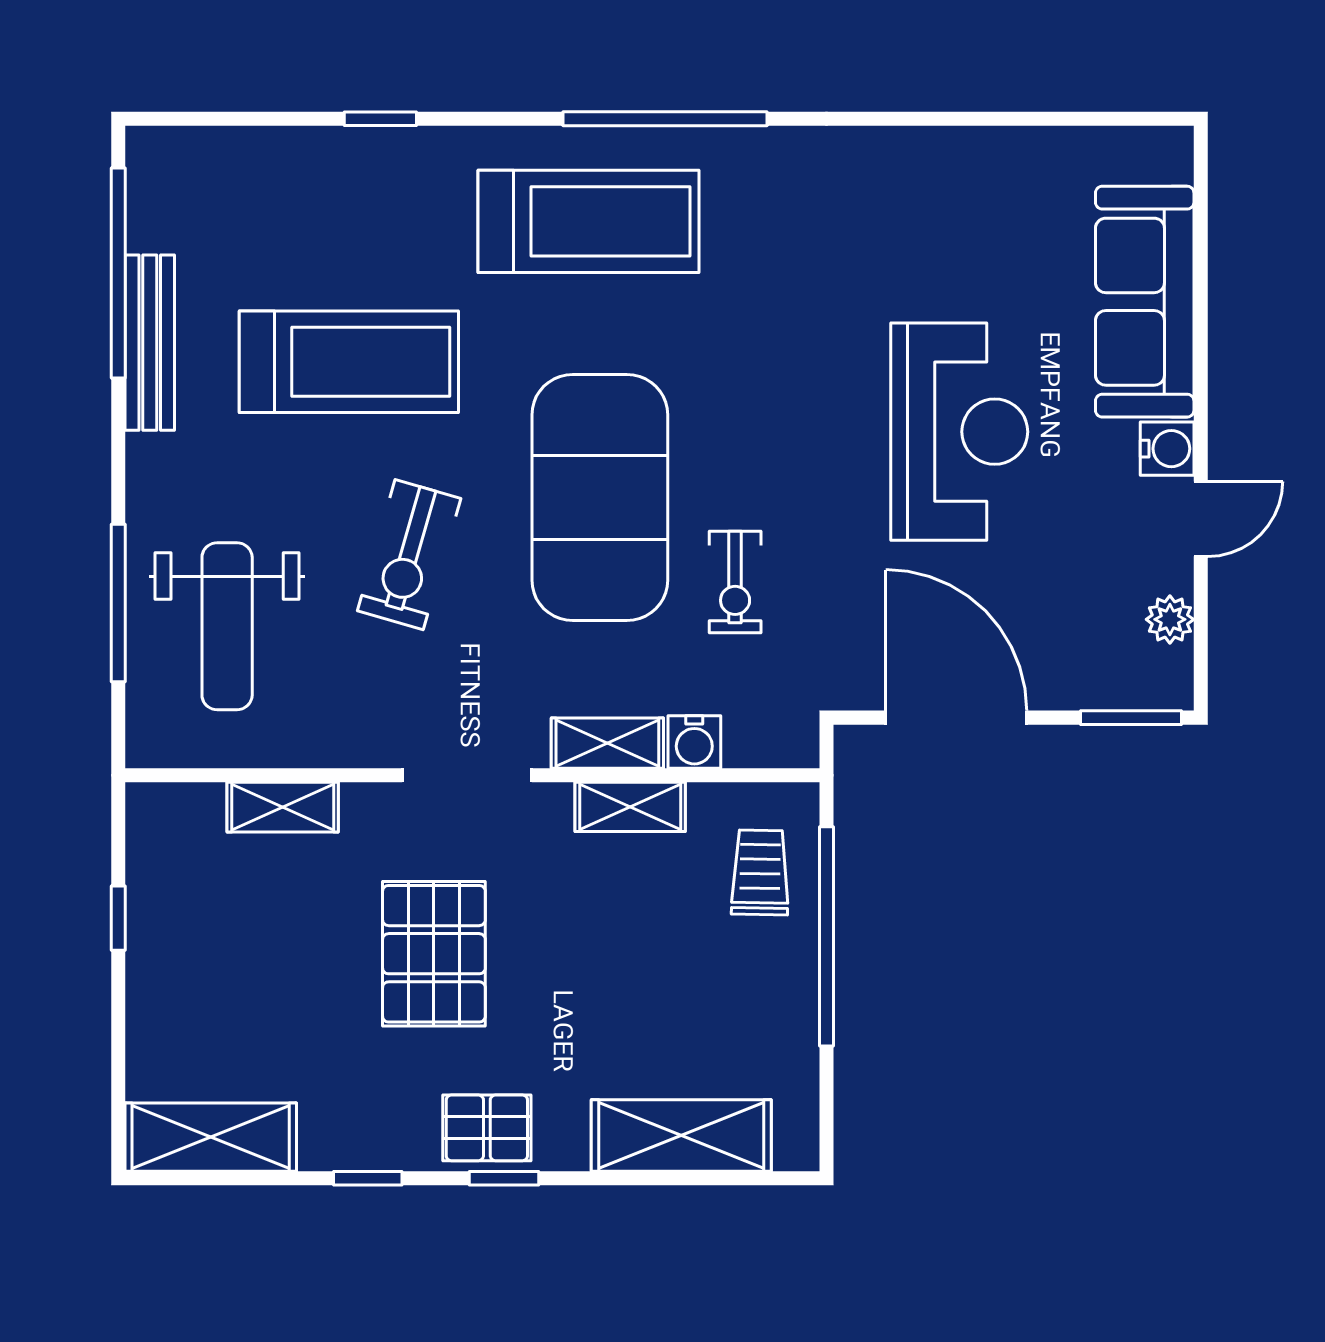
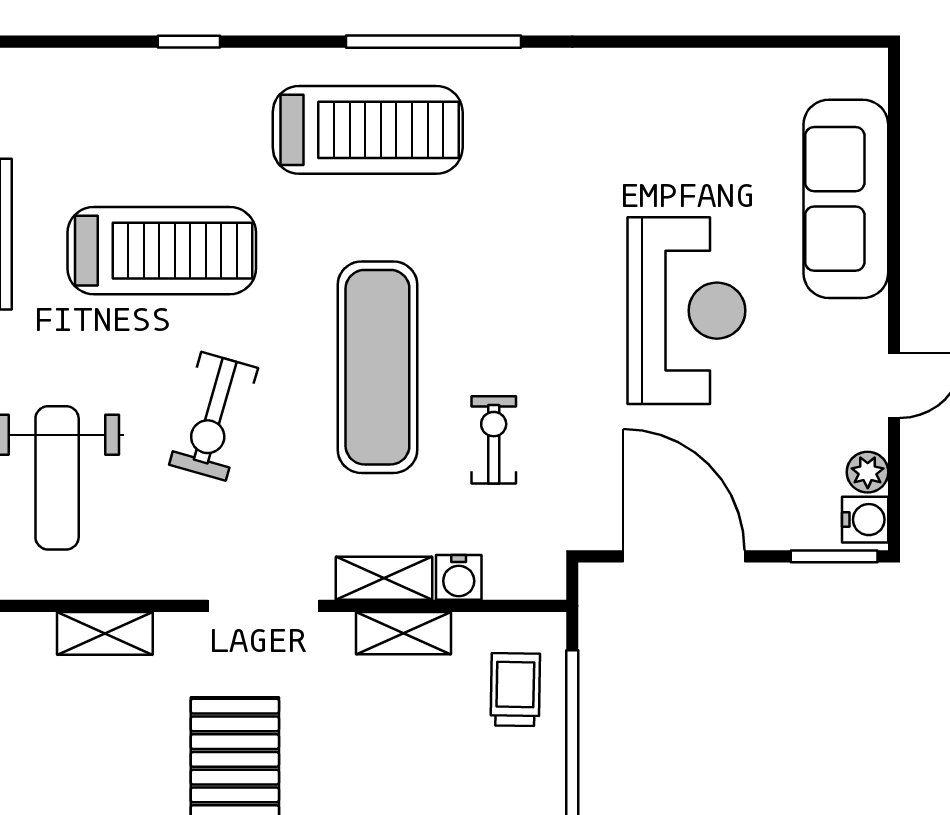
water cooler: (1167, 449) -> (865, 520), moved
exercise mat: (600, 497) -> (377, 367), width x0.68
exercise bike: (735, 582) -> (494, 440), turned 180

